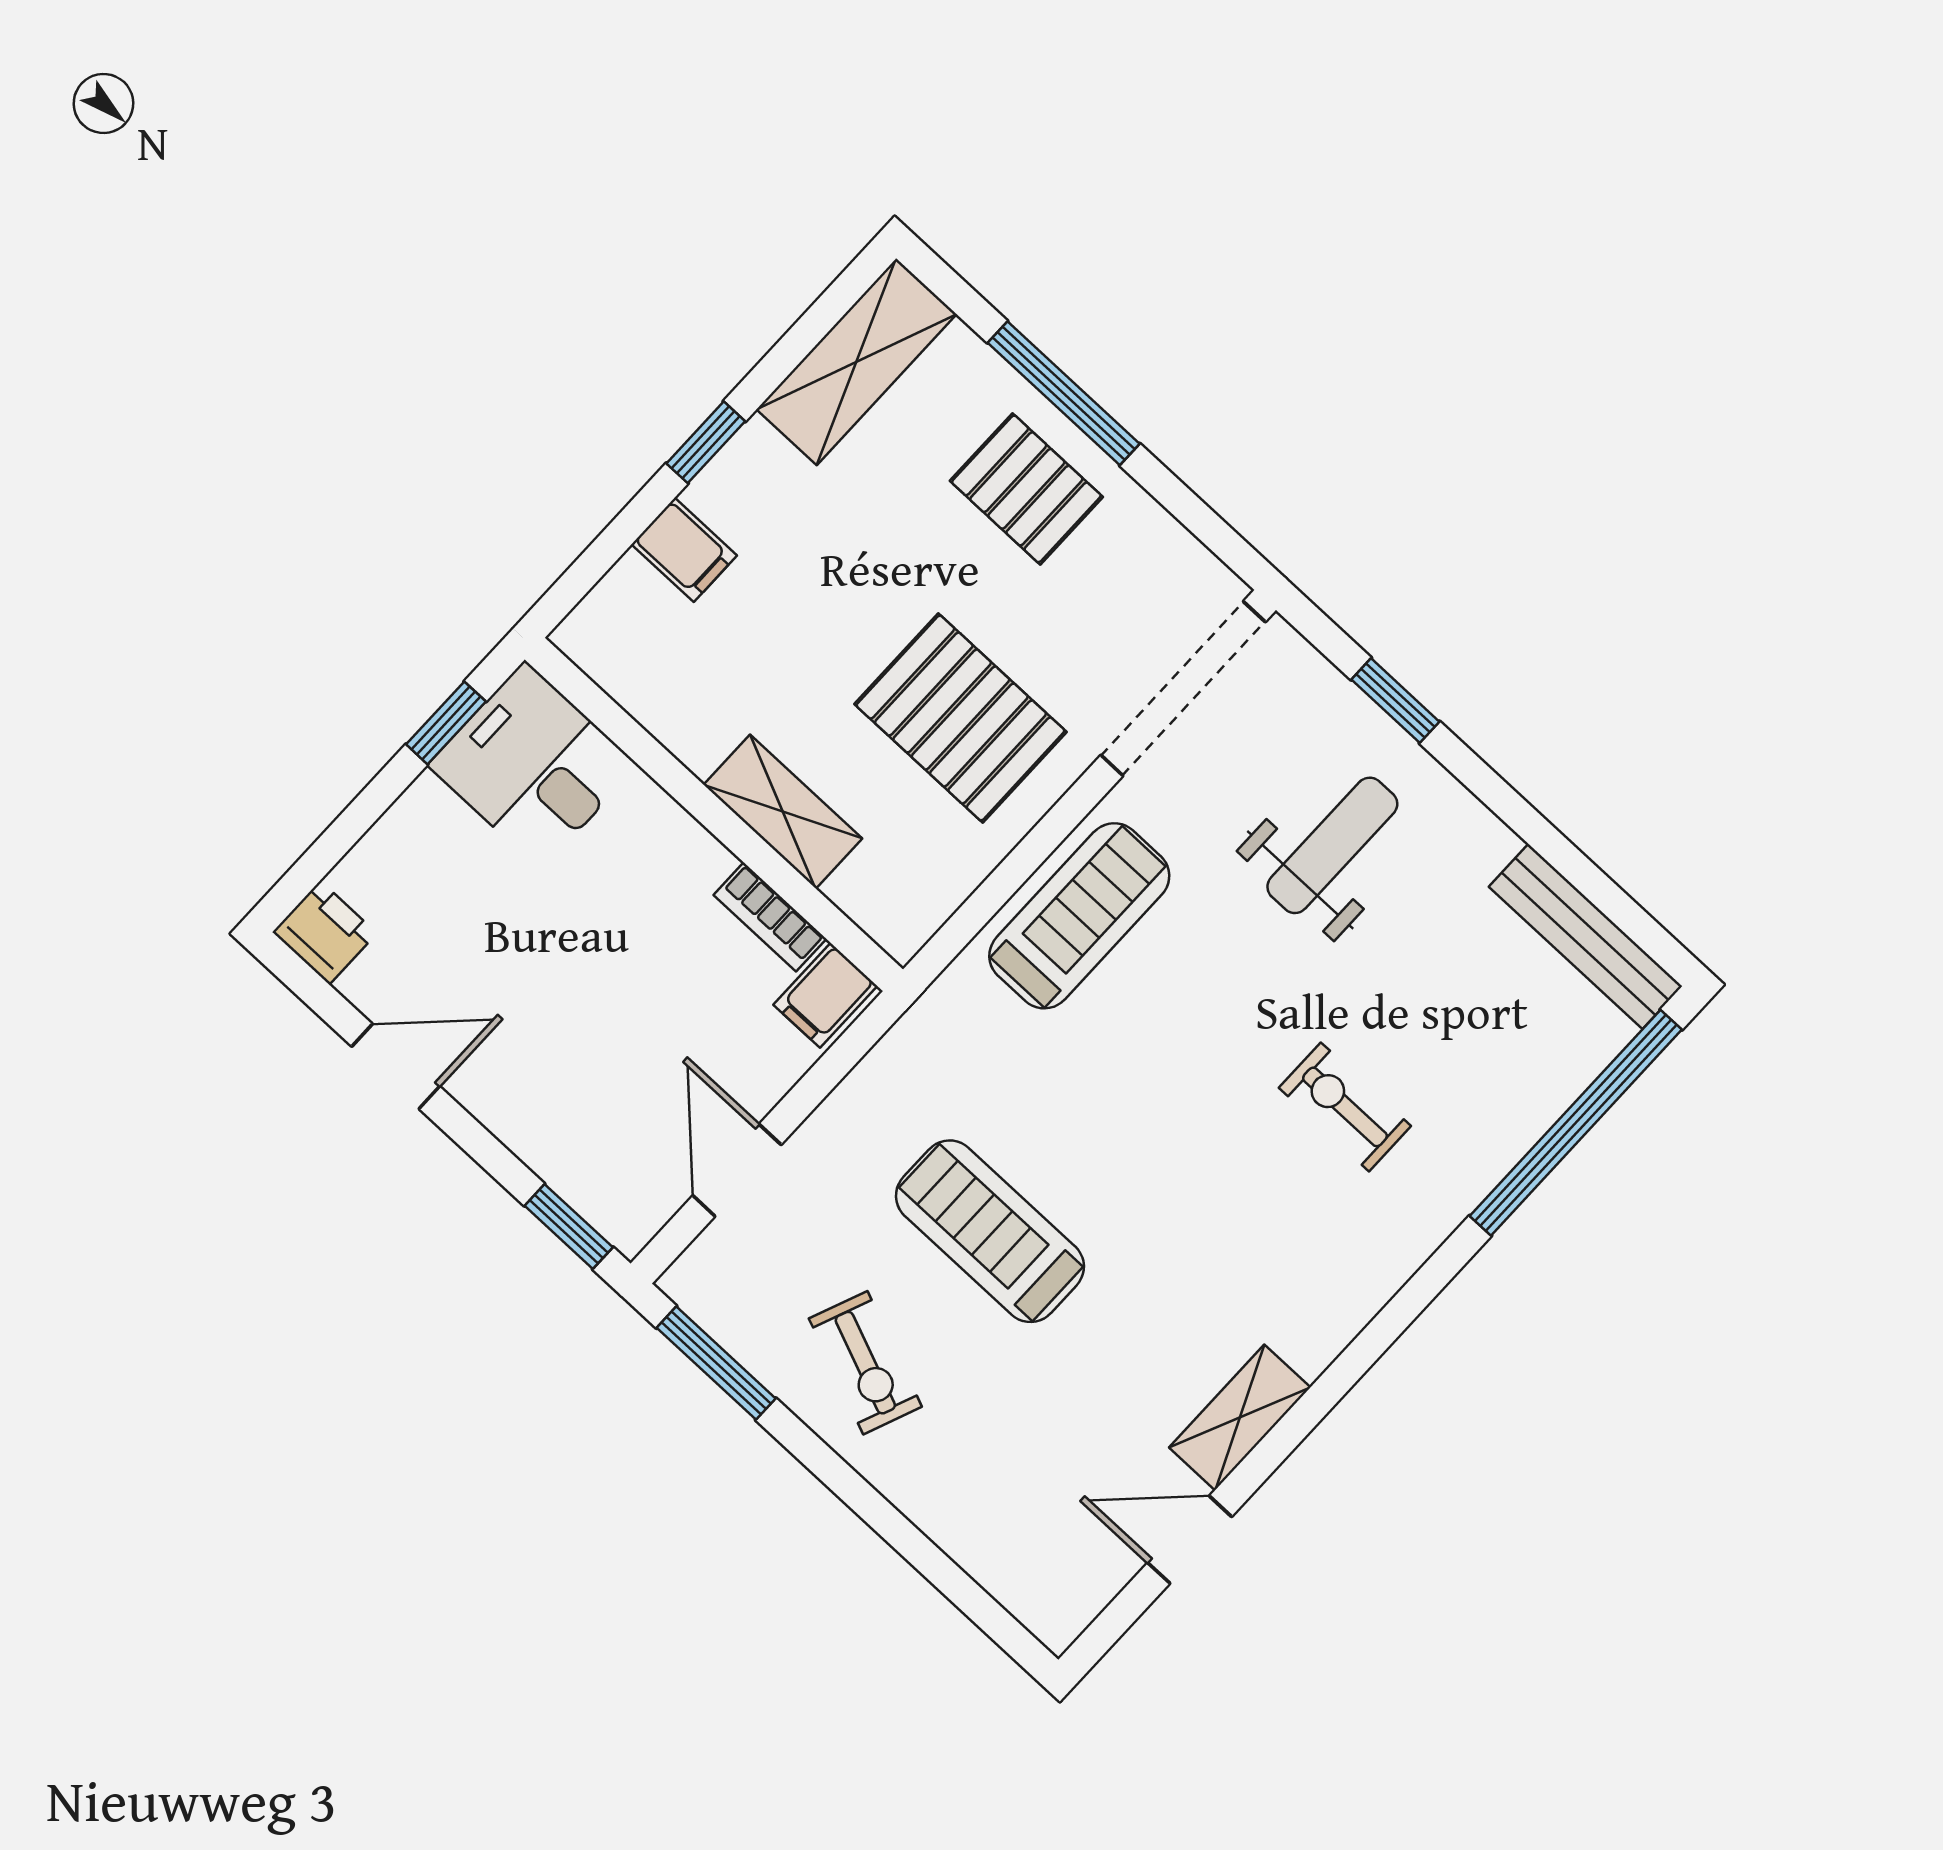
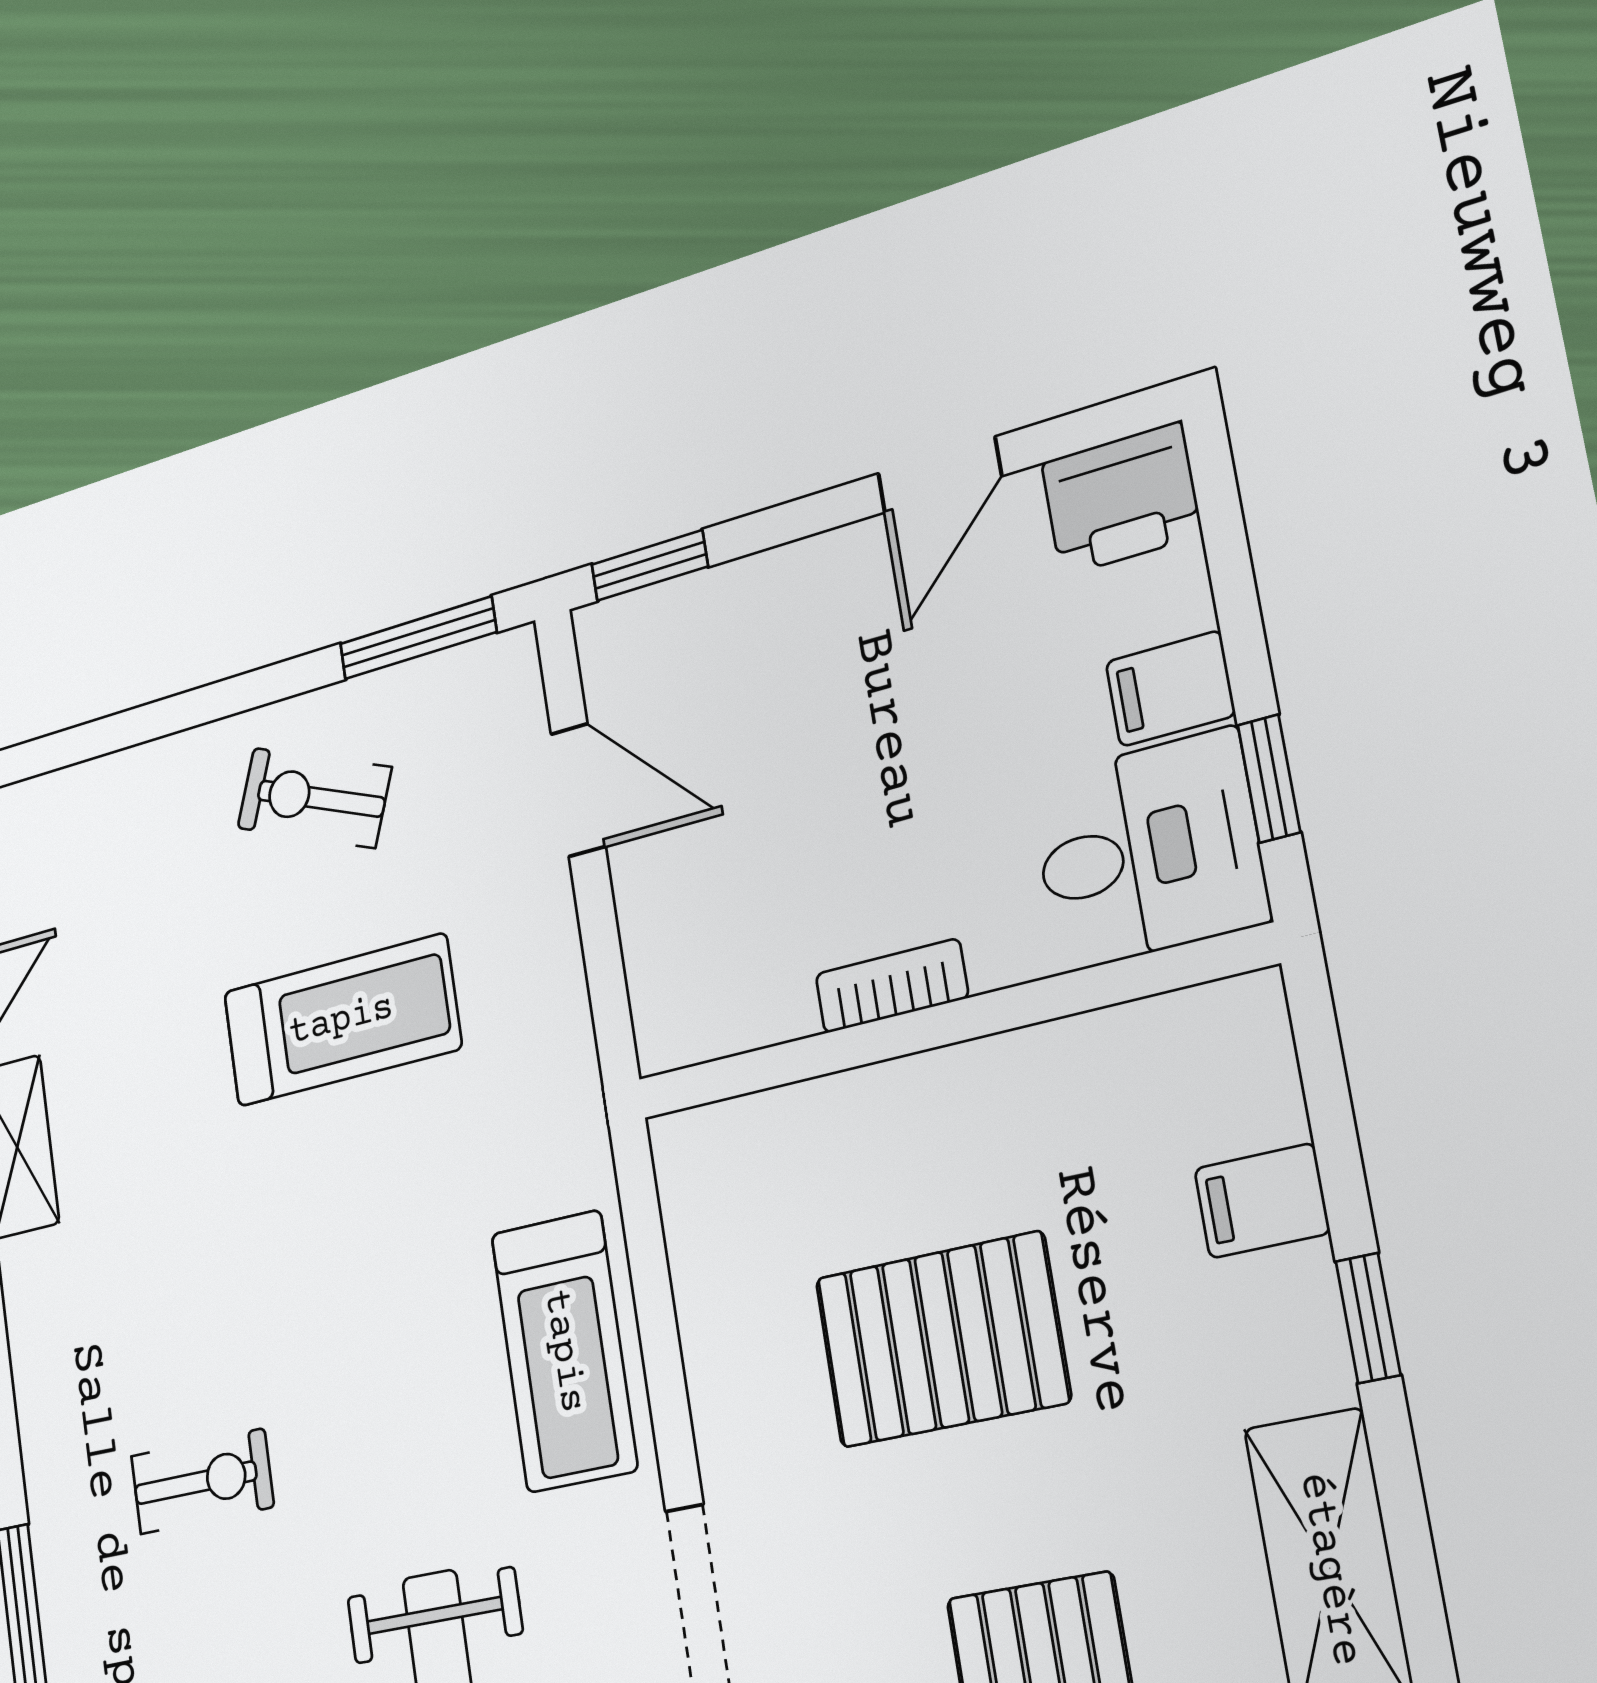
pallet: (960, 718) -> (942, 1340), moved
shelving: (783, 812) -> (895, 1105), removed
bookcase: (770, 917) -> (892, 986), moved
printer: (325, 932) -> (1121, 499), width x1.36, depth x1.24
filing cabinet: (825, 995) -> (1170, 689), moved, turned -90

